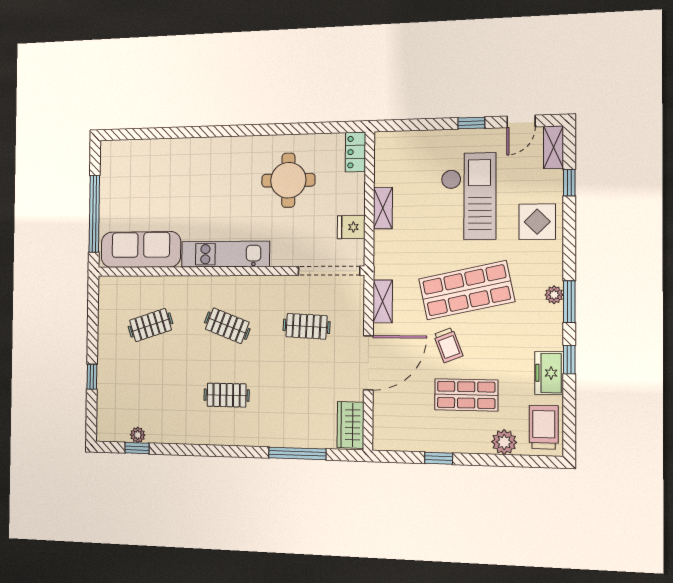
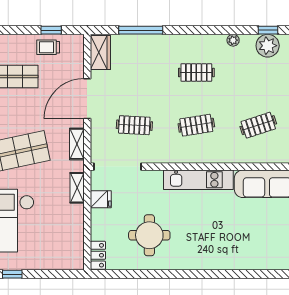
shelving: (383, 208) -> (77, 188), moved
clothes rail: (227, 326) -> (196, 125), turned -30
trolley: (448, 345) -> (48, 47), moved, turned -69
plant: (138, 435) -> (268, 46), width x1.87, depth x1.87
plant: (180, 436) -> (233, 40), added
window: (439, 458) -> (51, 30), moved

